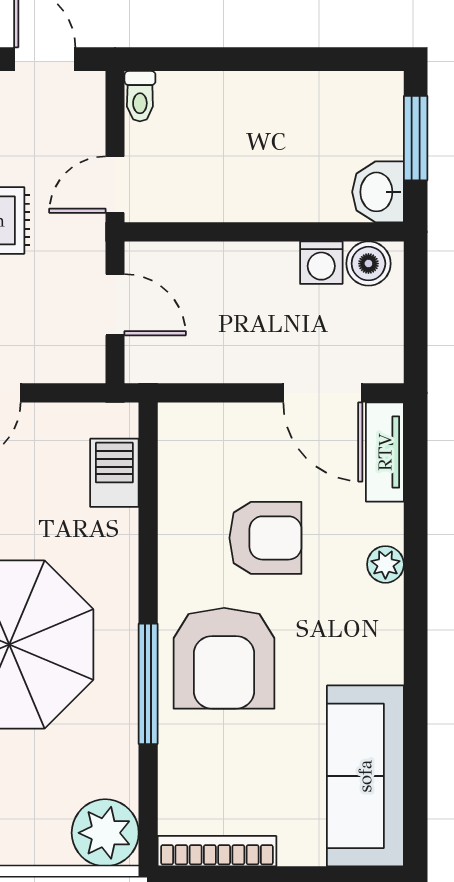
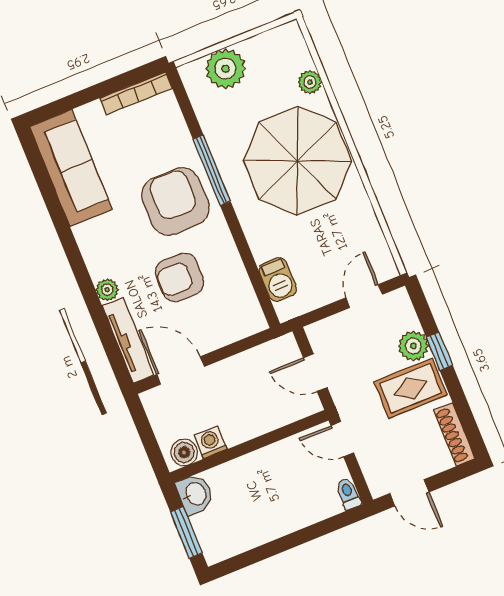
door: (115, 185) -> (342, 439), swing flipped
tv unit: (385, 452) -> (128, 341), width x1.41
plant: (105, 833) -> (225, 69), moved

